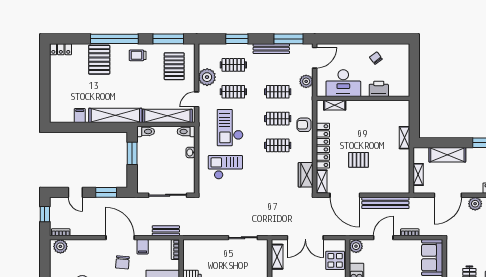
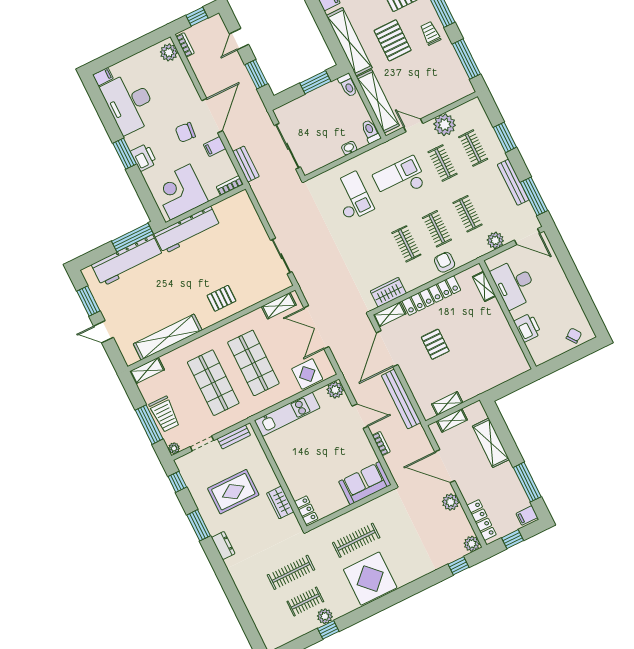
chair: (376, 58) -> (574, 336), moved
pallet: (174, 66) -> (393, 40), moved, turned 90
shelving: (404, 138) -> (447, 403), moved

